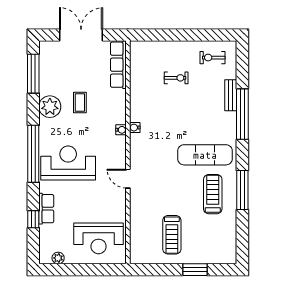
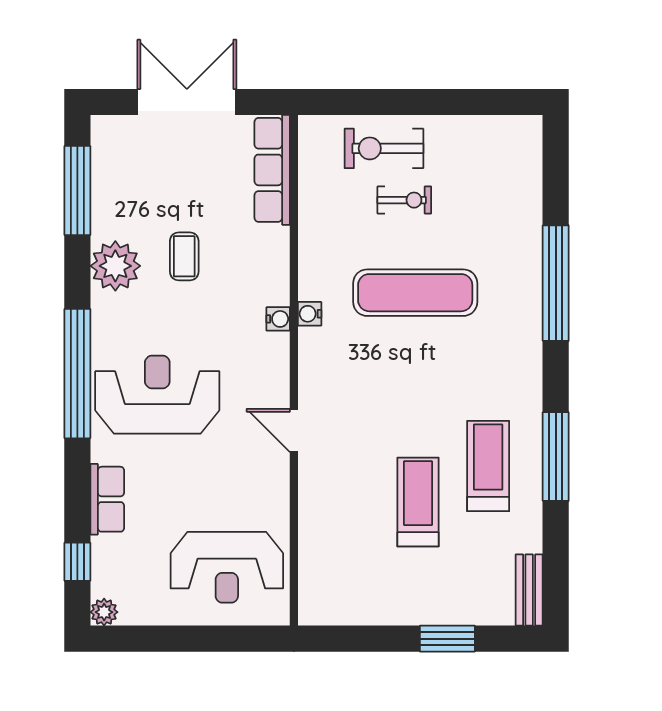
exercise bike: (213, 58) -> (384, 148), moved, width x1.38, depth x1.39
bench: (231, 95) -> (529, 590), moved
exercise mat: (205, 155) -> (415, 293), moved
window: (33, 219) -> (77, 562), moved
treadmill: (172, 235) -> (418, 502), moved, turned 180
plant: (58, 258) -> (104, 612), moved

